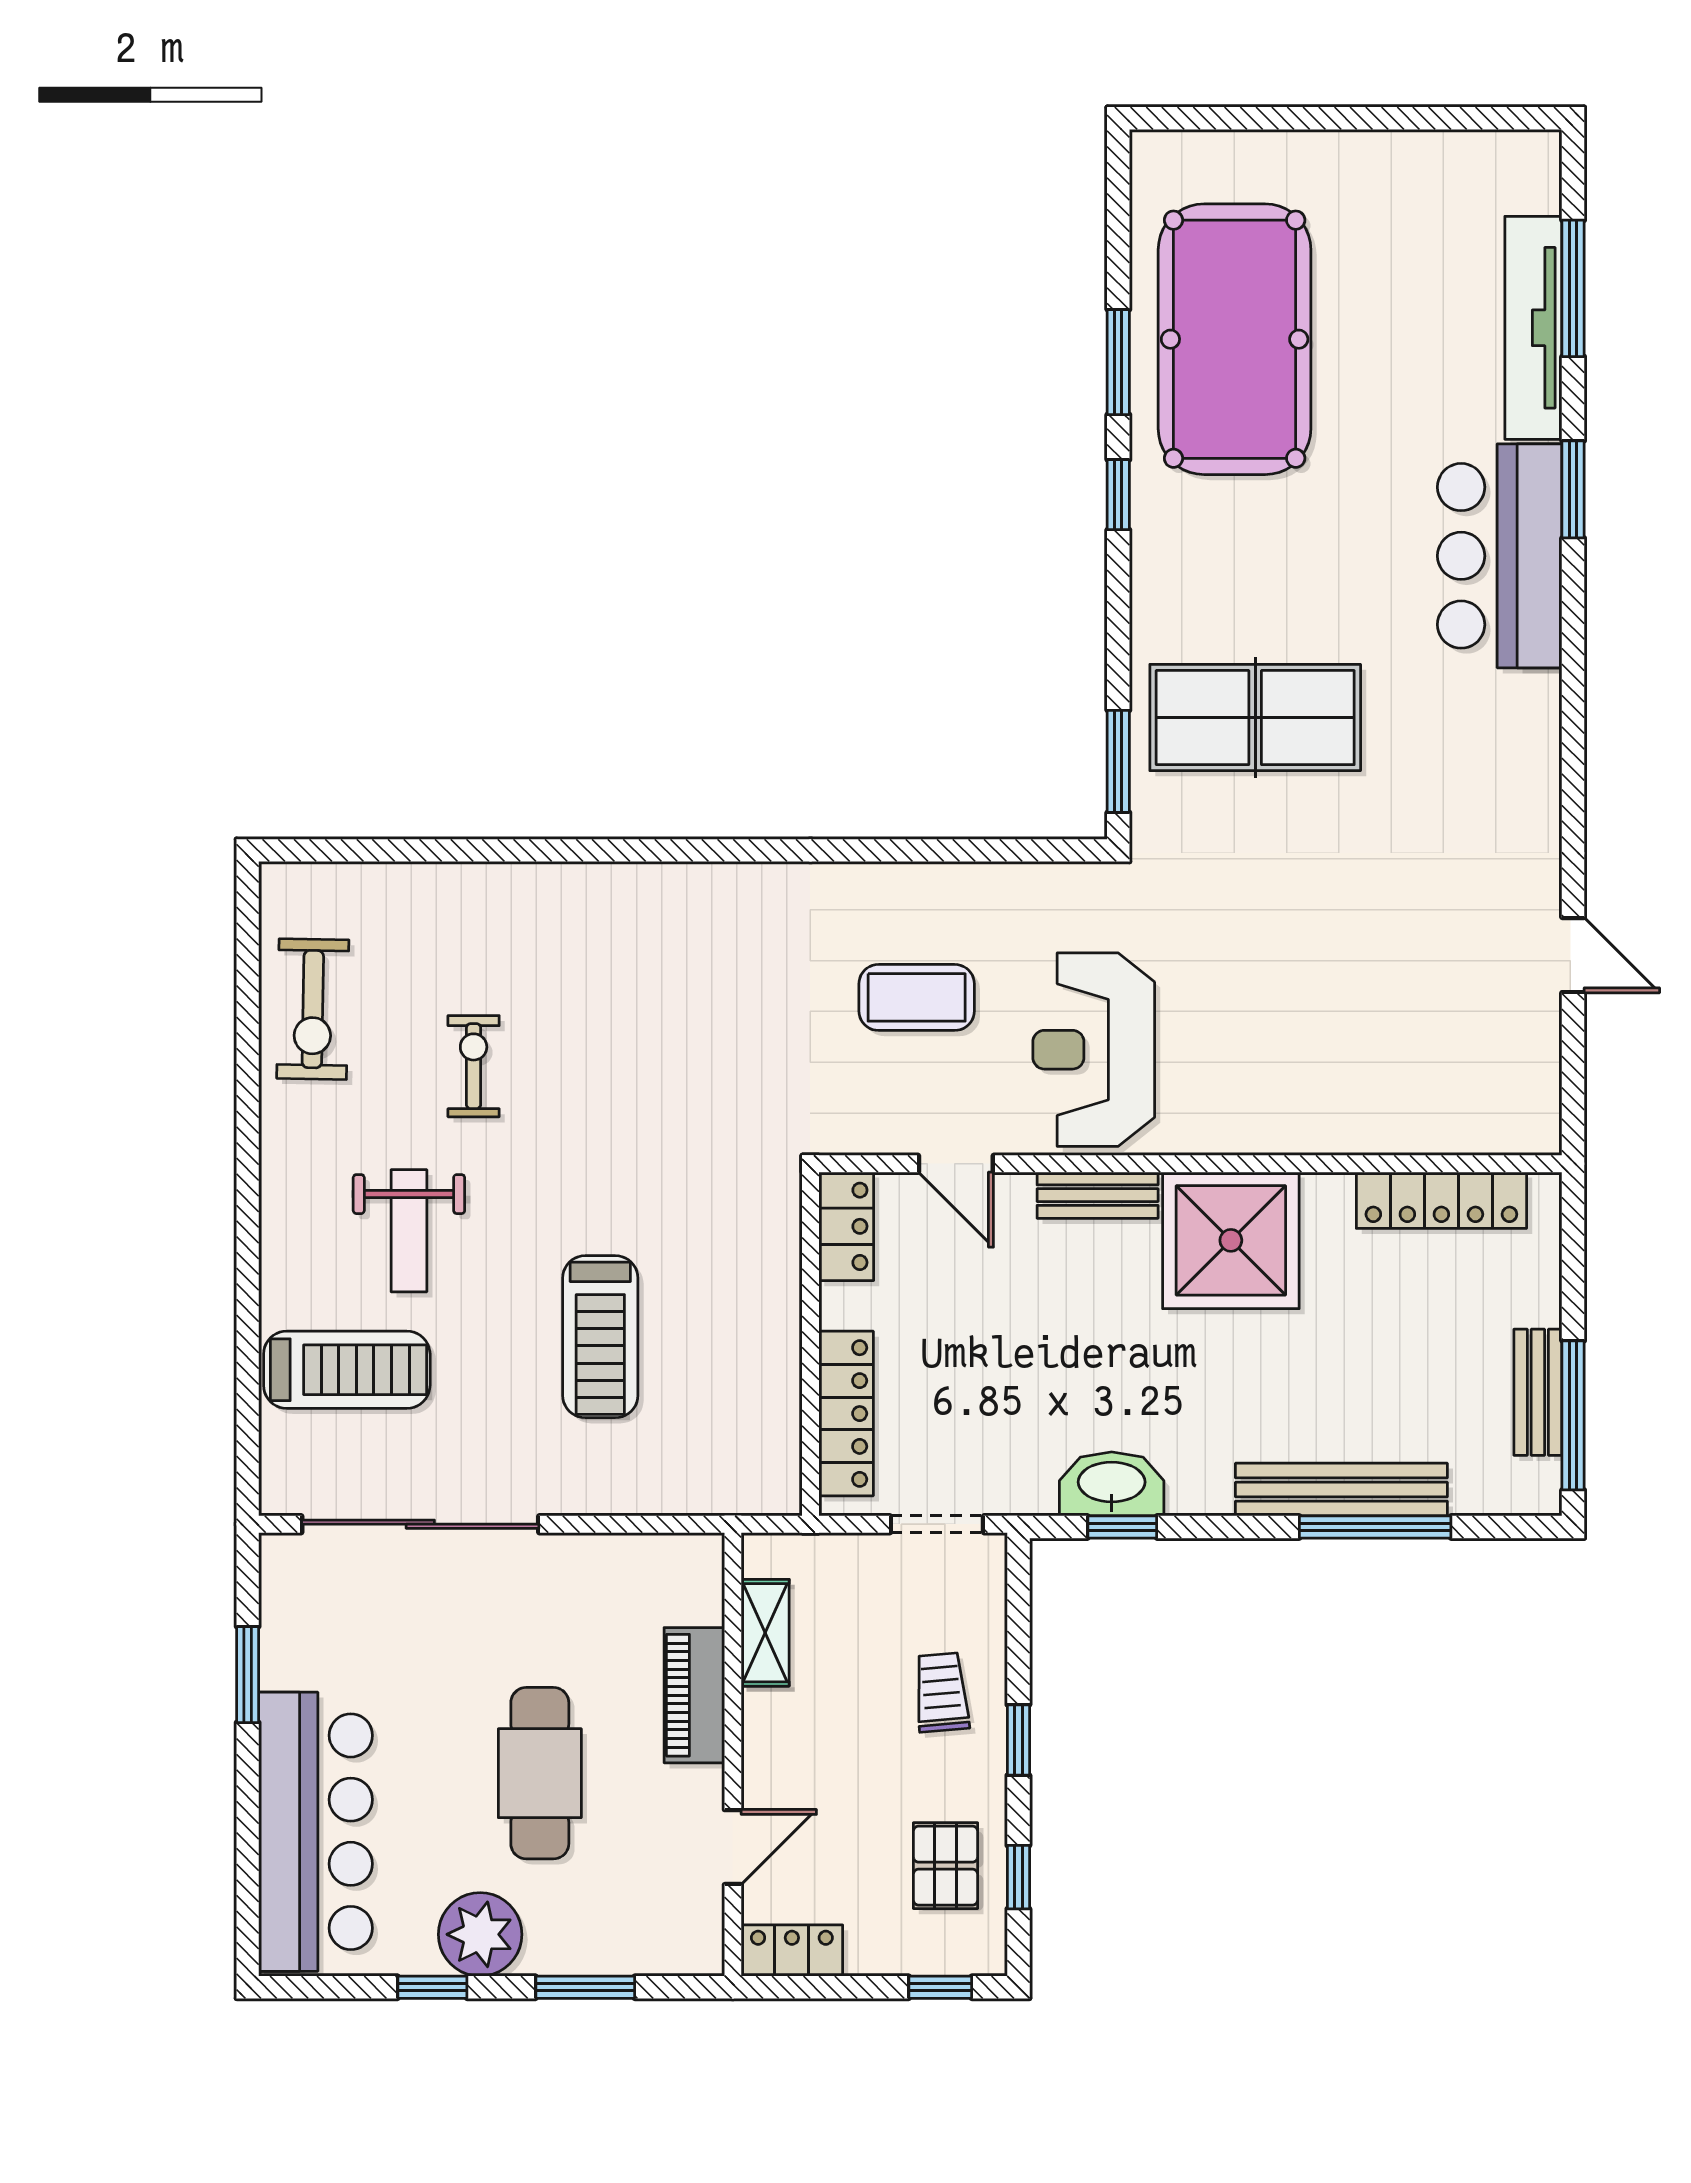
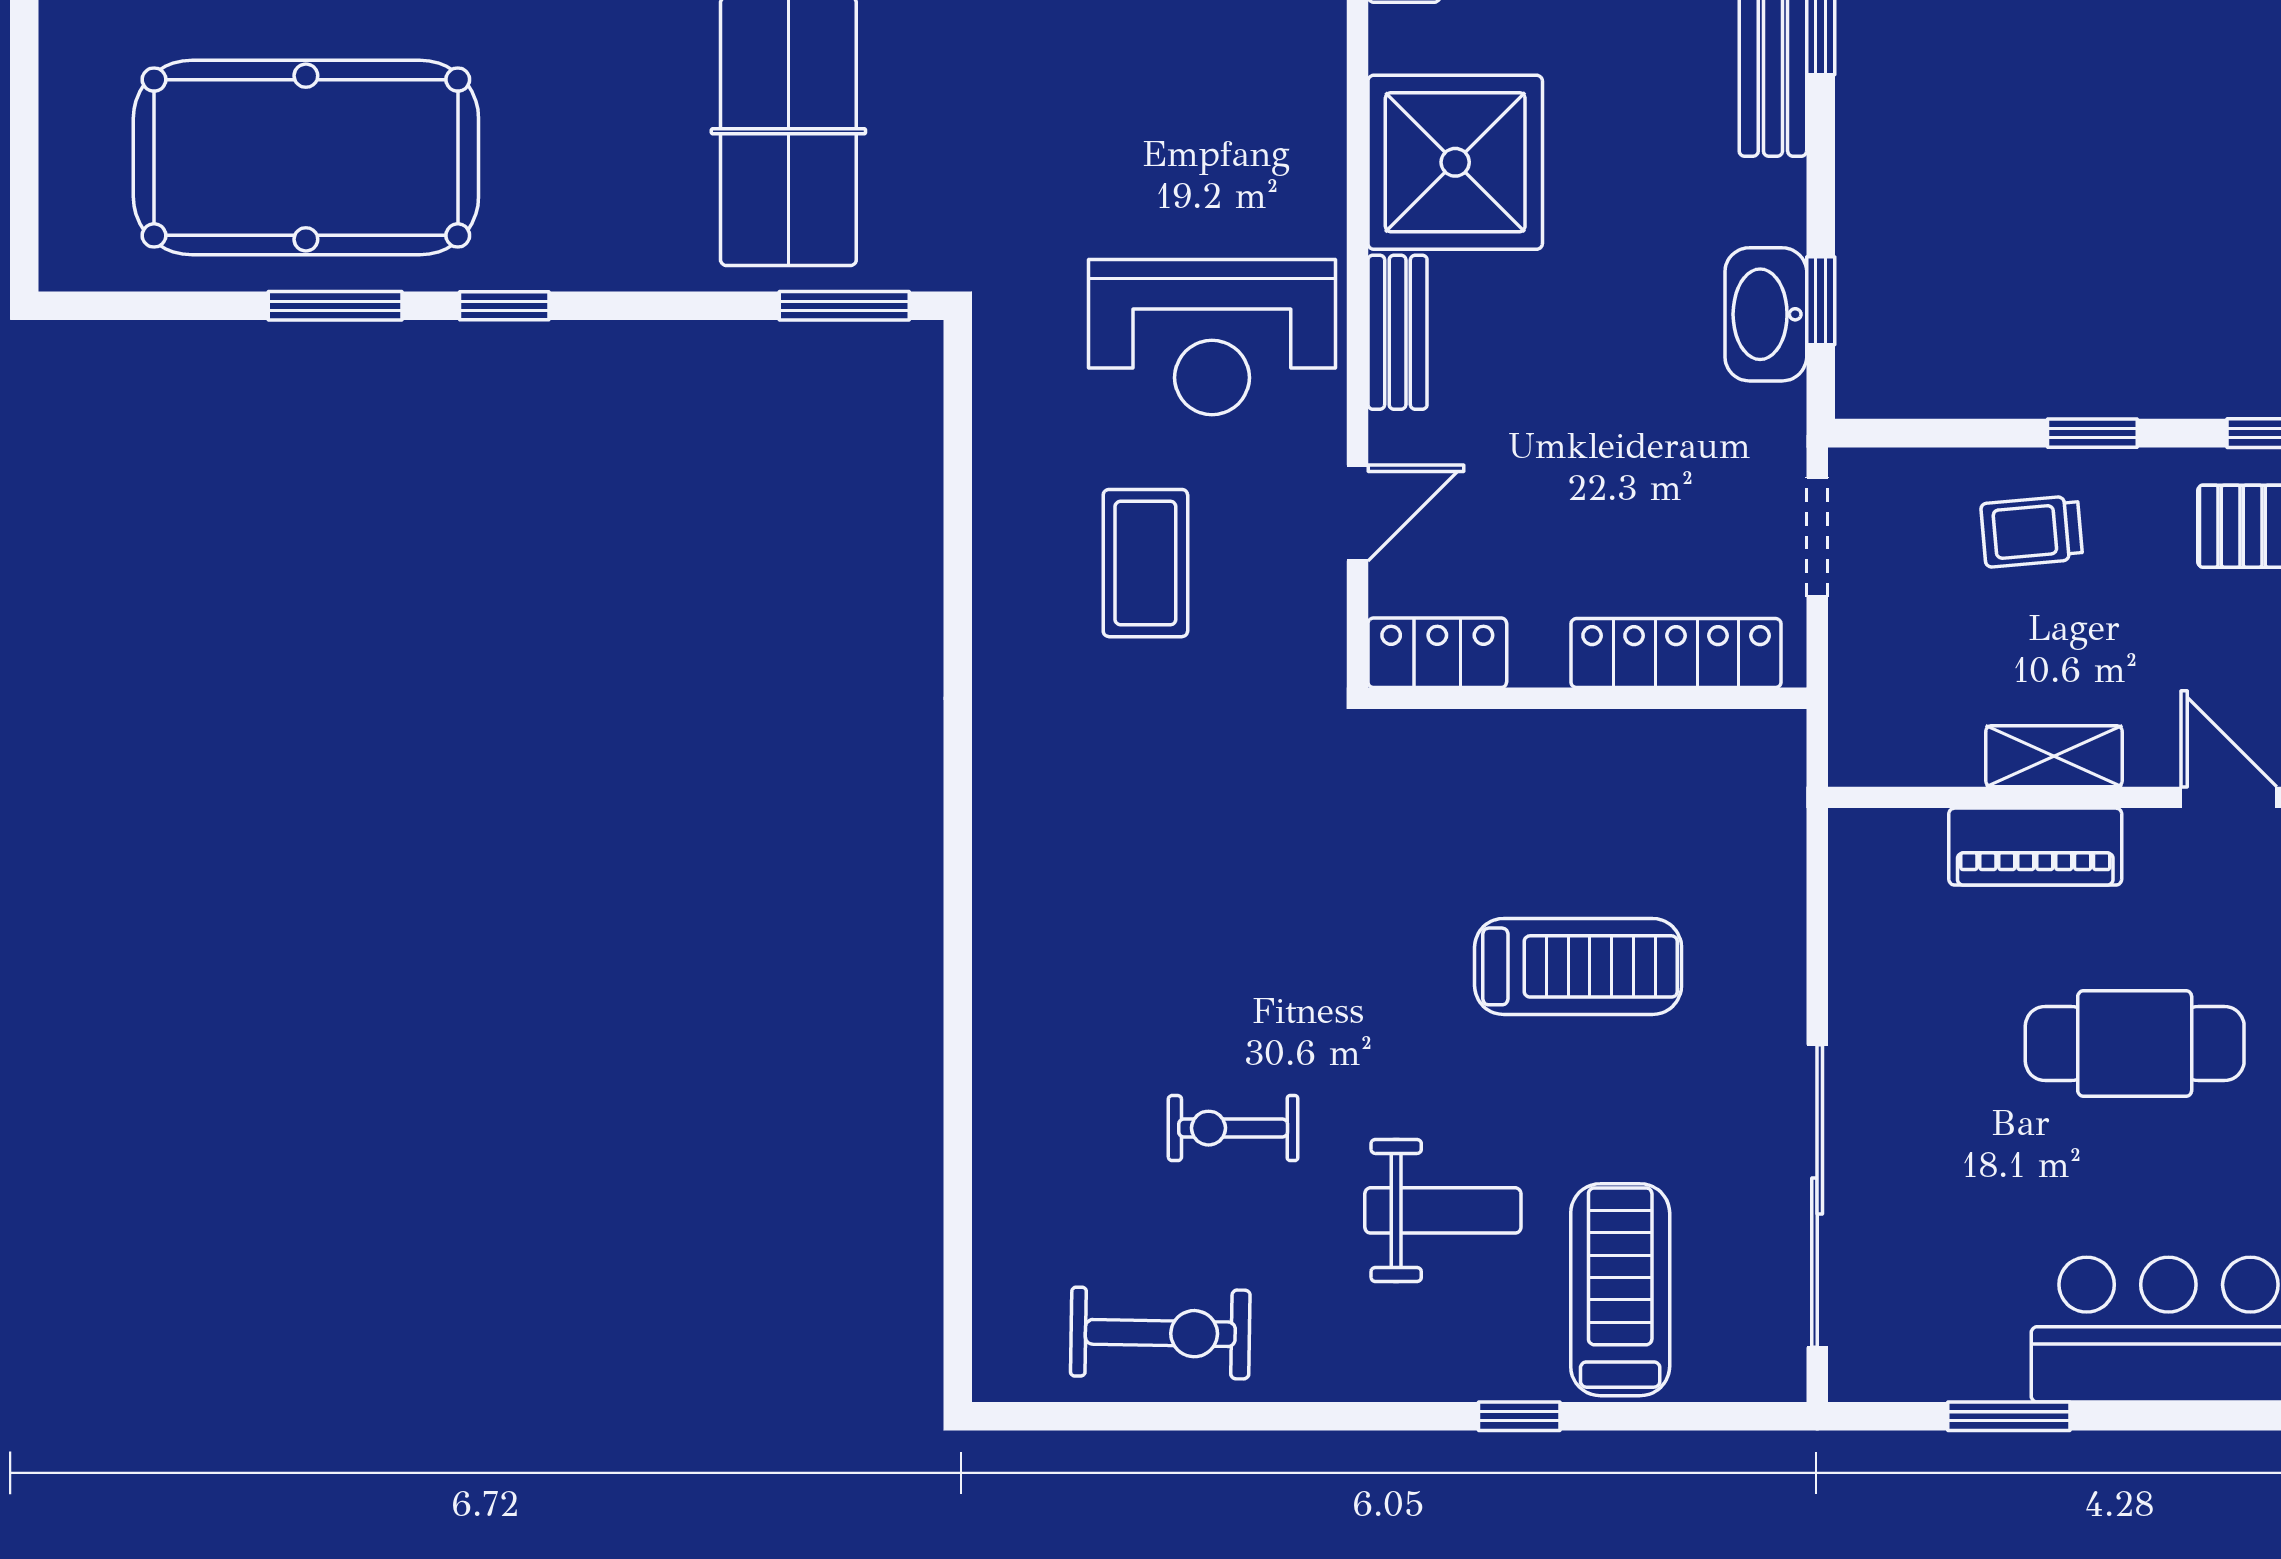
window: (248, 1291) -> (1519, 1416), added
shelving: (765, 1633) -> (2054, 756), moved

